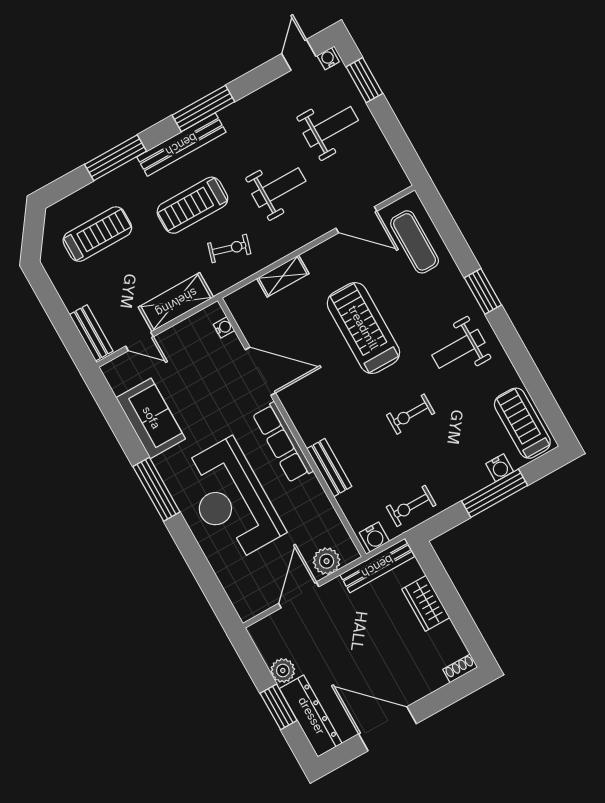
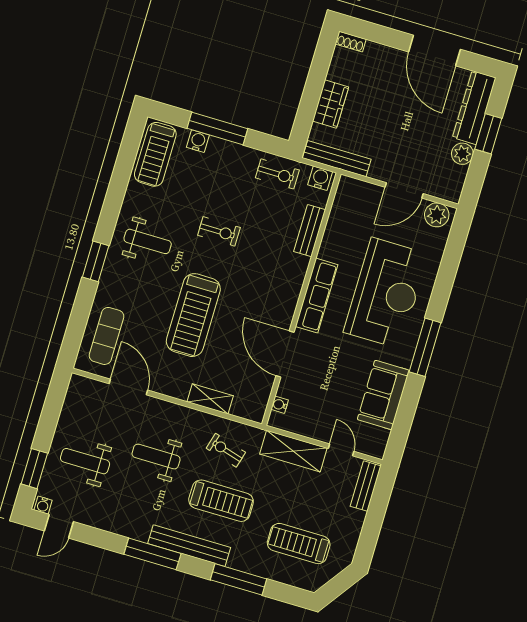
bench: (329, 468) -> (310, 231), moved
plant: (327, 561) -> (437, 215), moved

